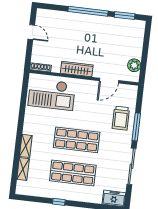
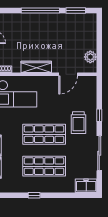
trolley: (121, 118) -> (78, 123), moved
window: (136, 127) -> (99, 115), width x0.46

